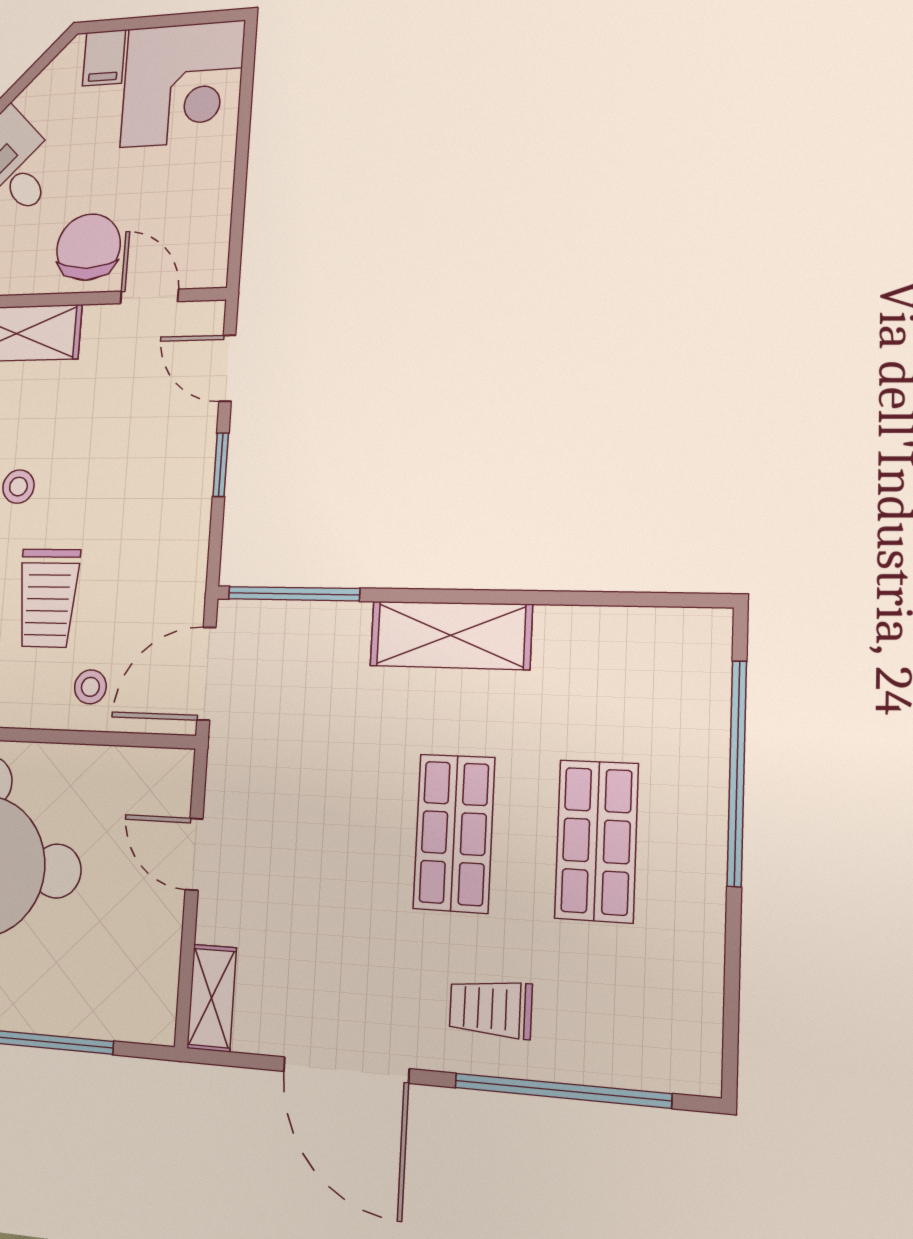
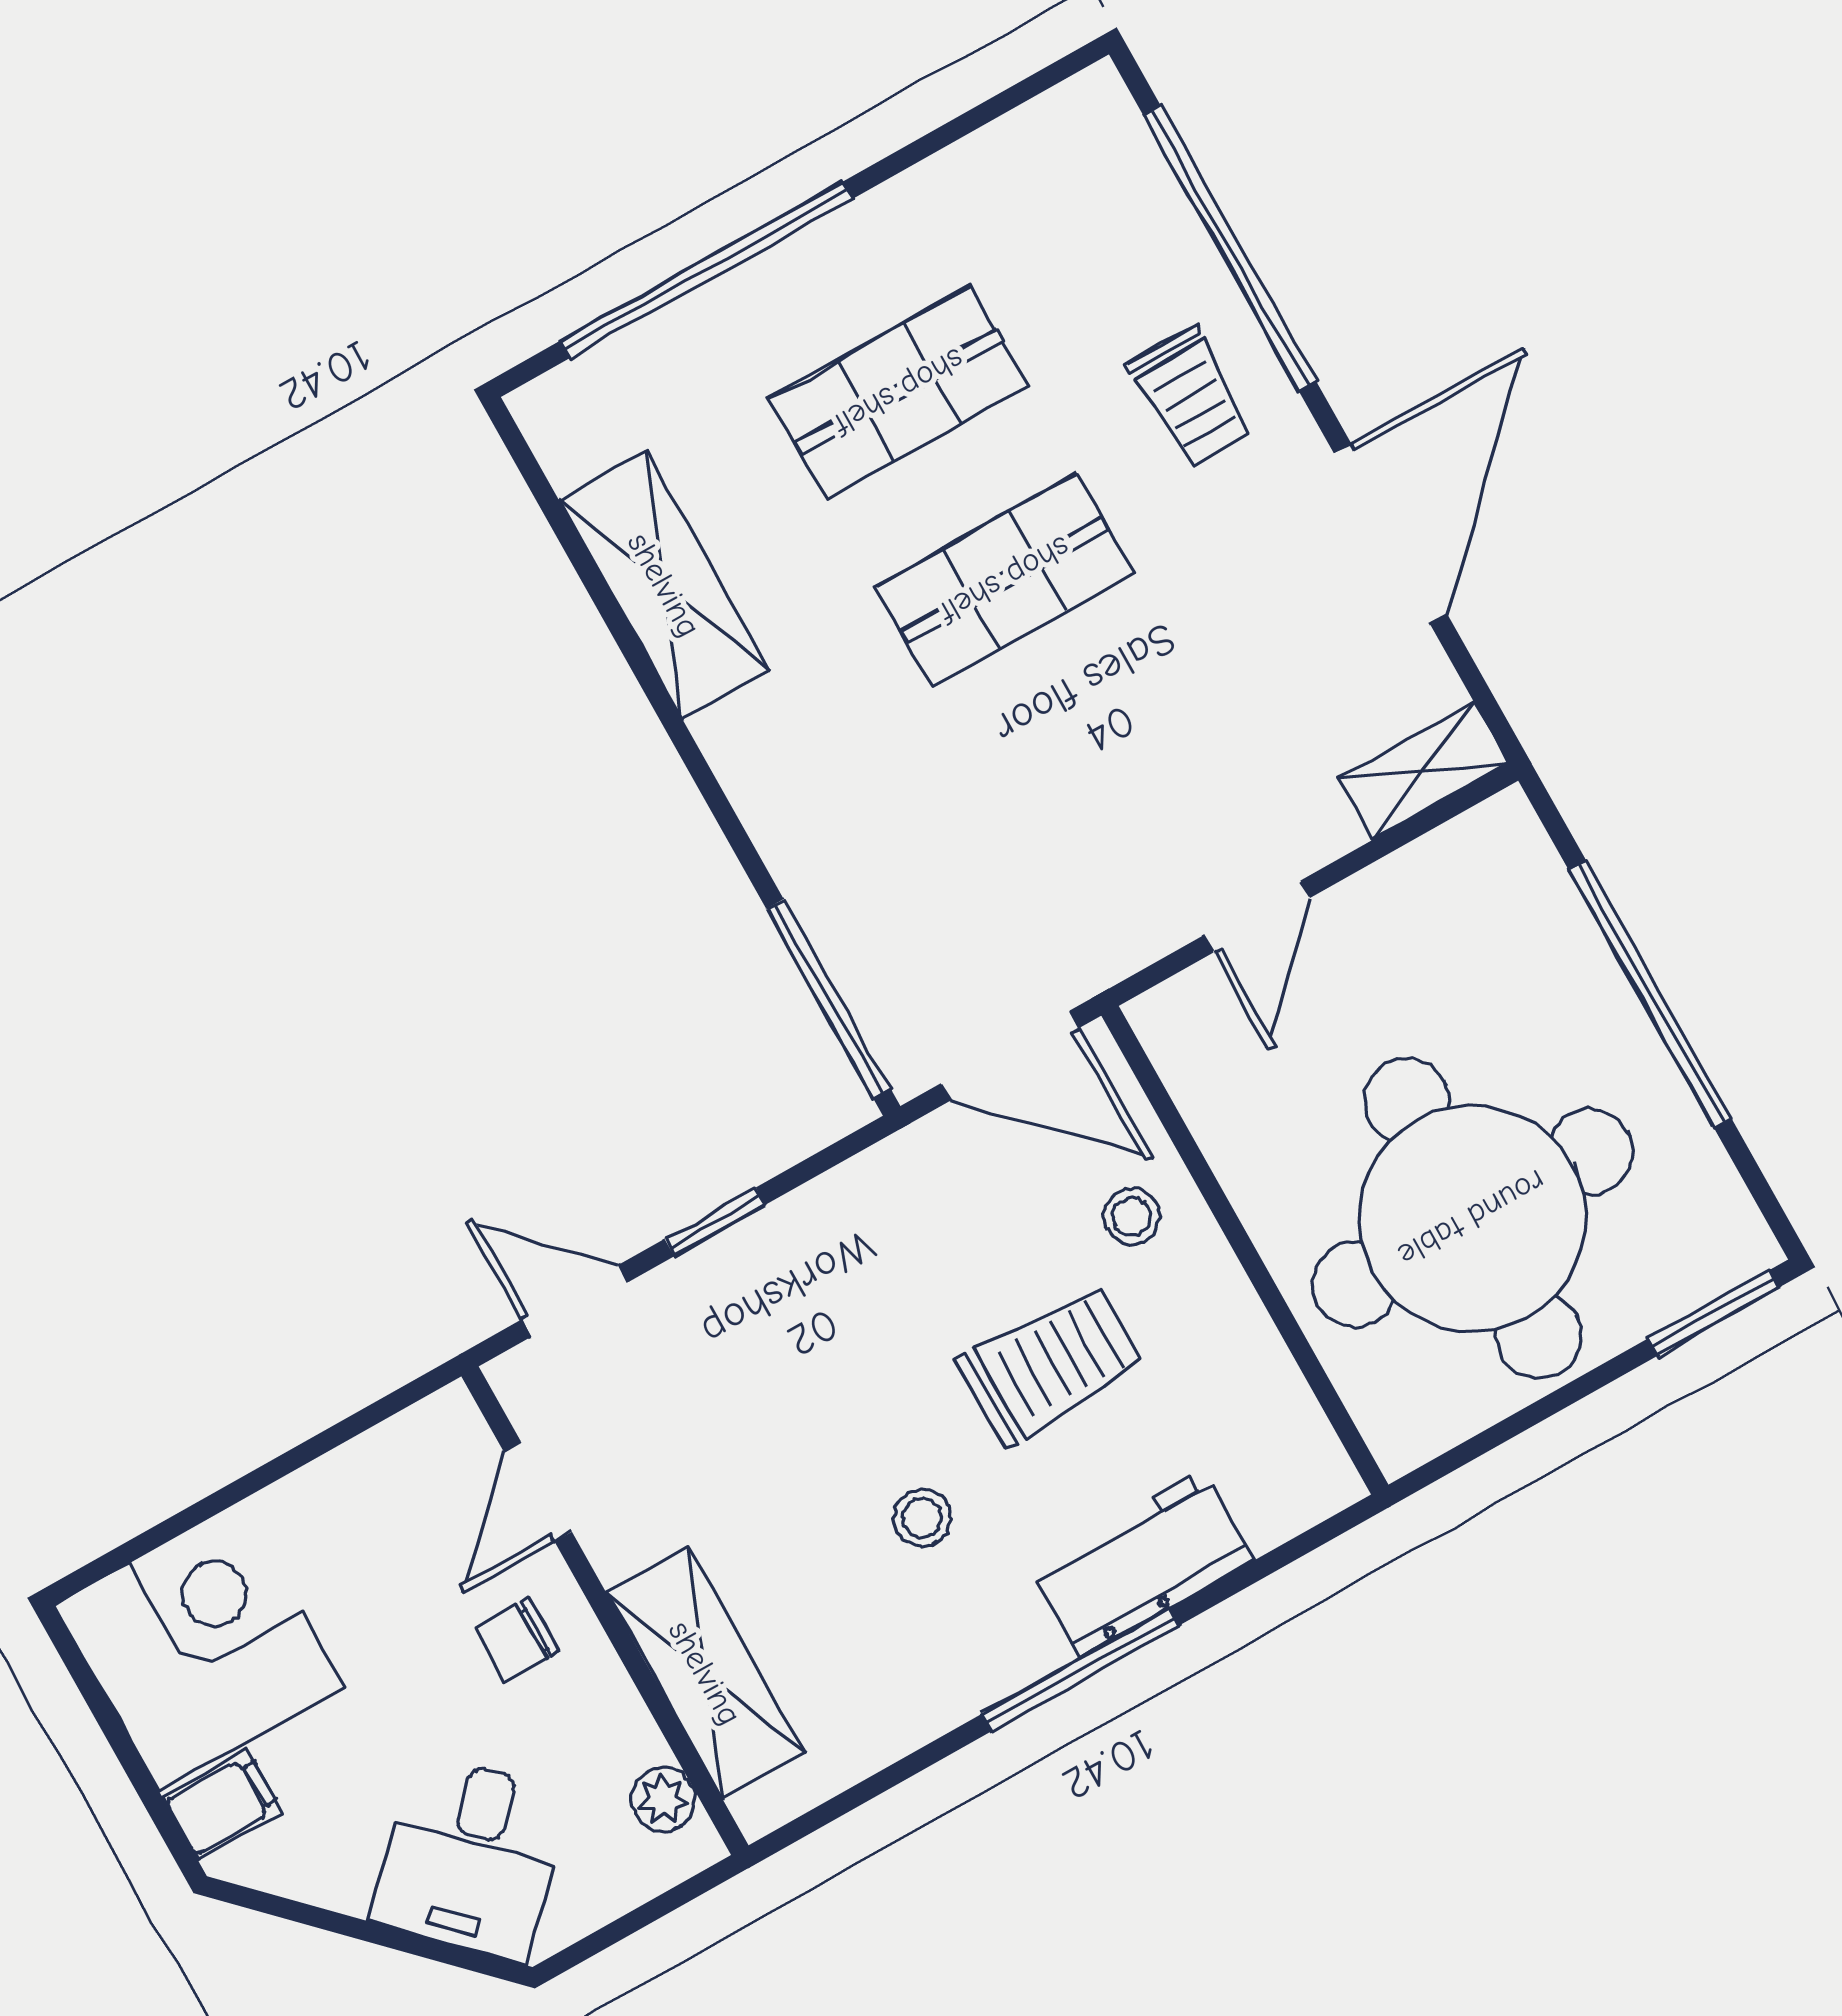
chair: (88, 247) -> (517, 1639), width x0.54, depth x0.54
door: (227, 368) -> (575, 1301), swing flipped
shelving: (451, 635) -> (664, 585), moved

